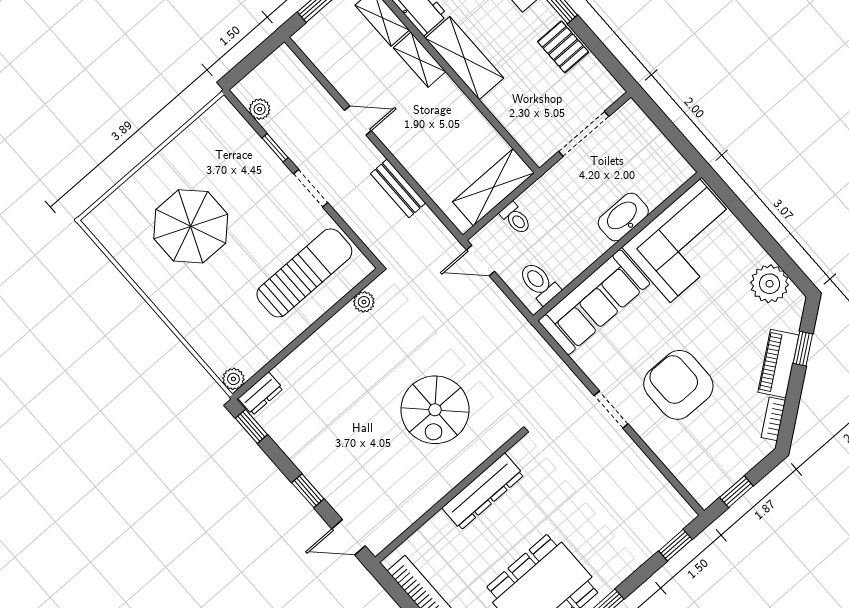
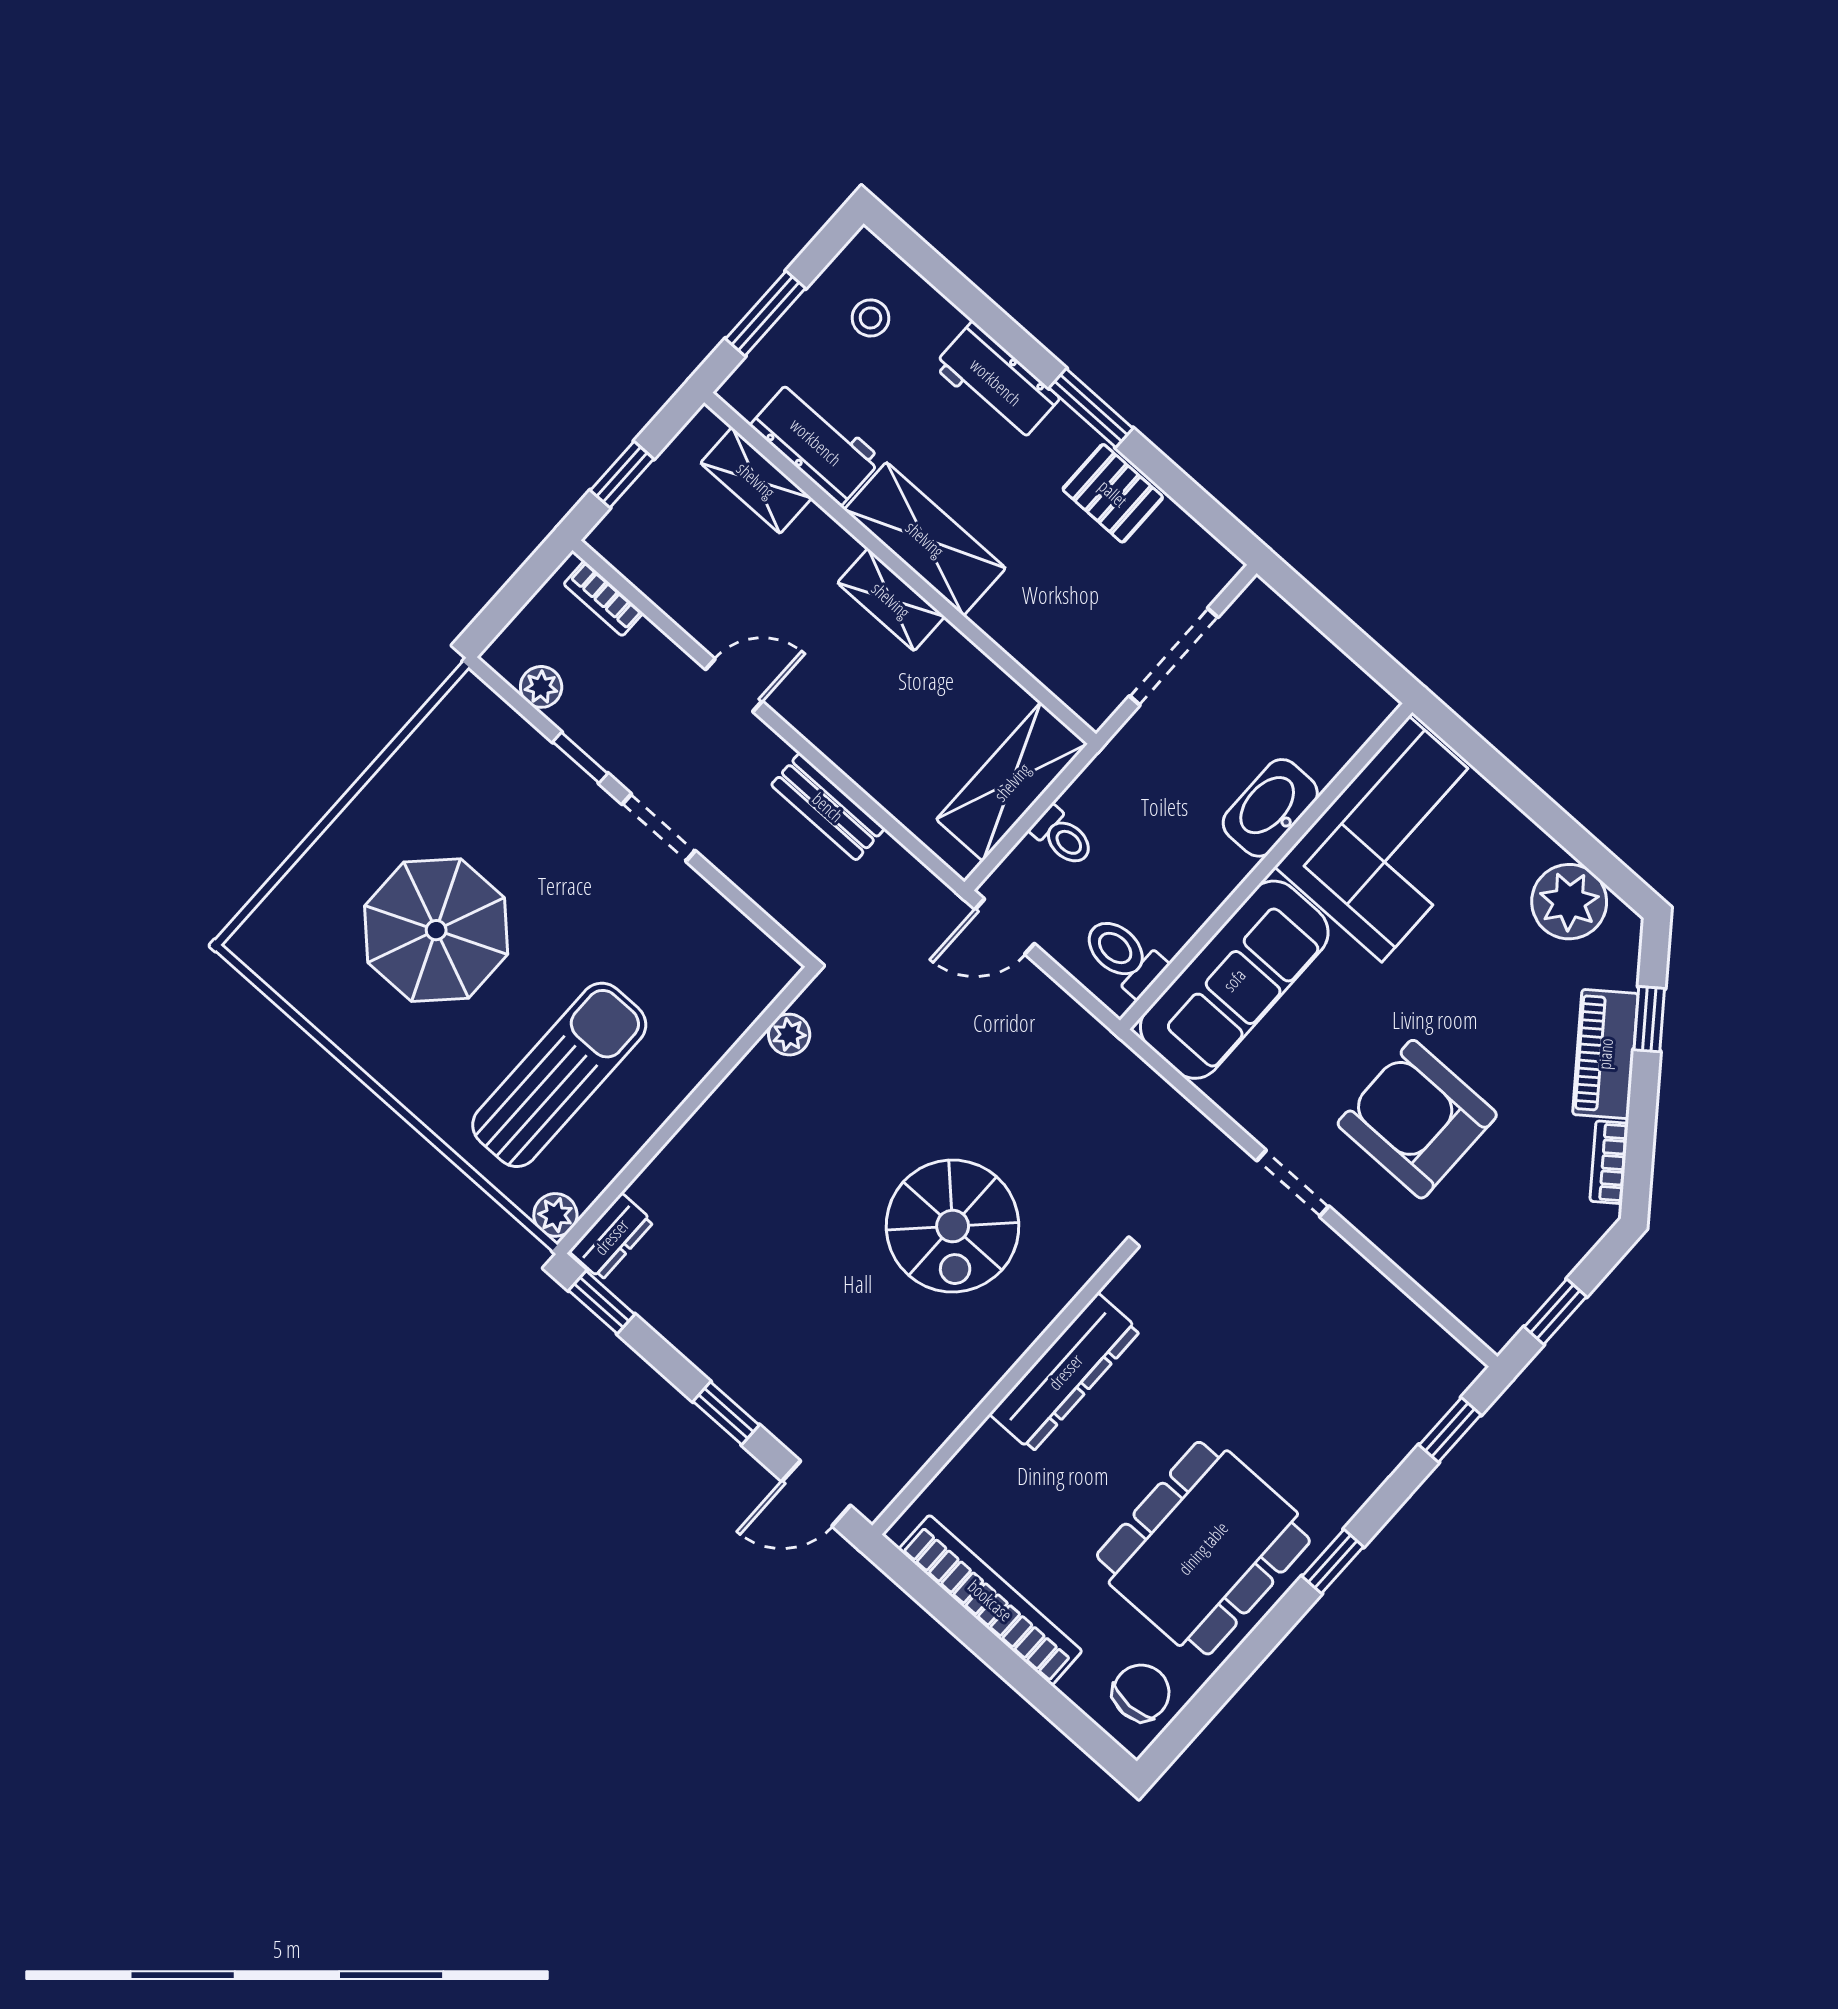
shelving: (420, 60) -> (891, 600), moved
bookcase: (297, 68) -> (603, 599), added
sun lounger: (304, 273) -> (559, 1075), moved

